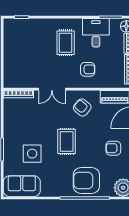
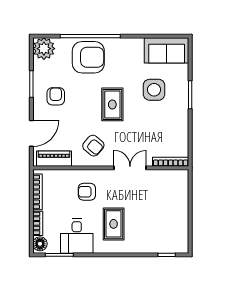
armchair: (113, 148) -> (56, 96), turned -90

